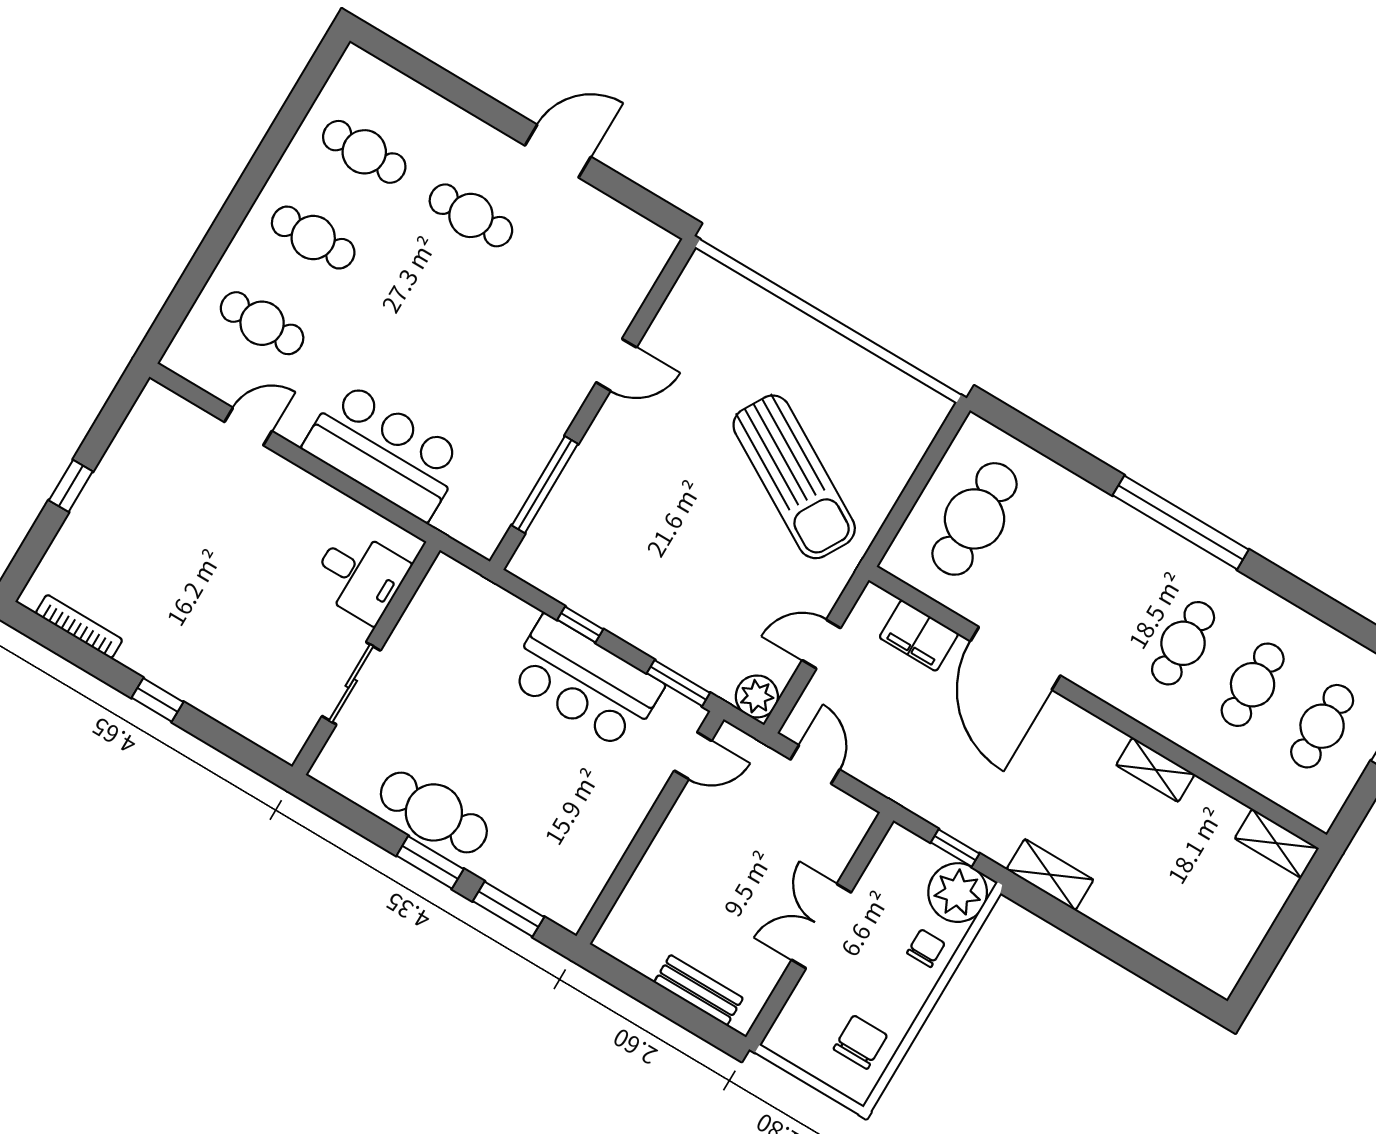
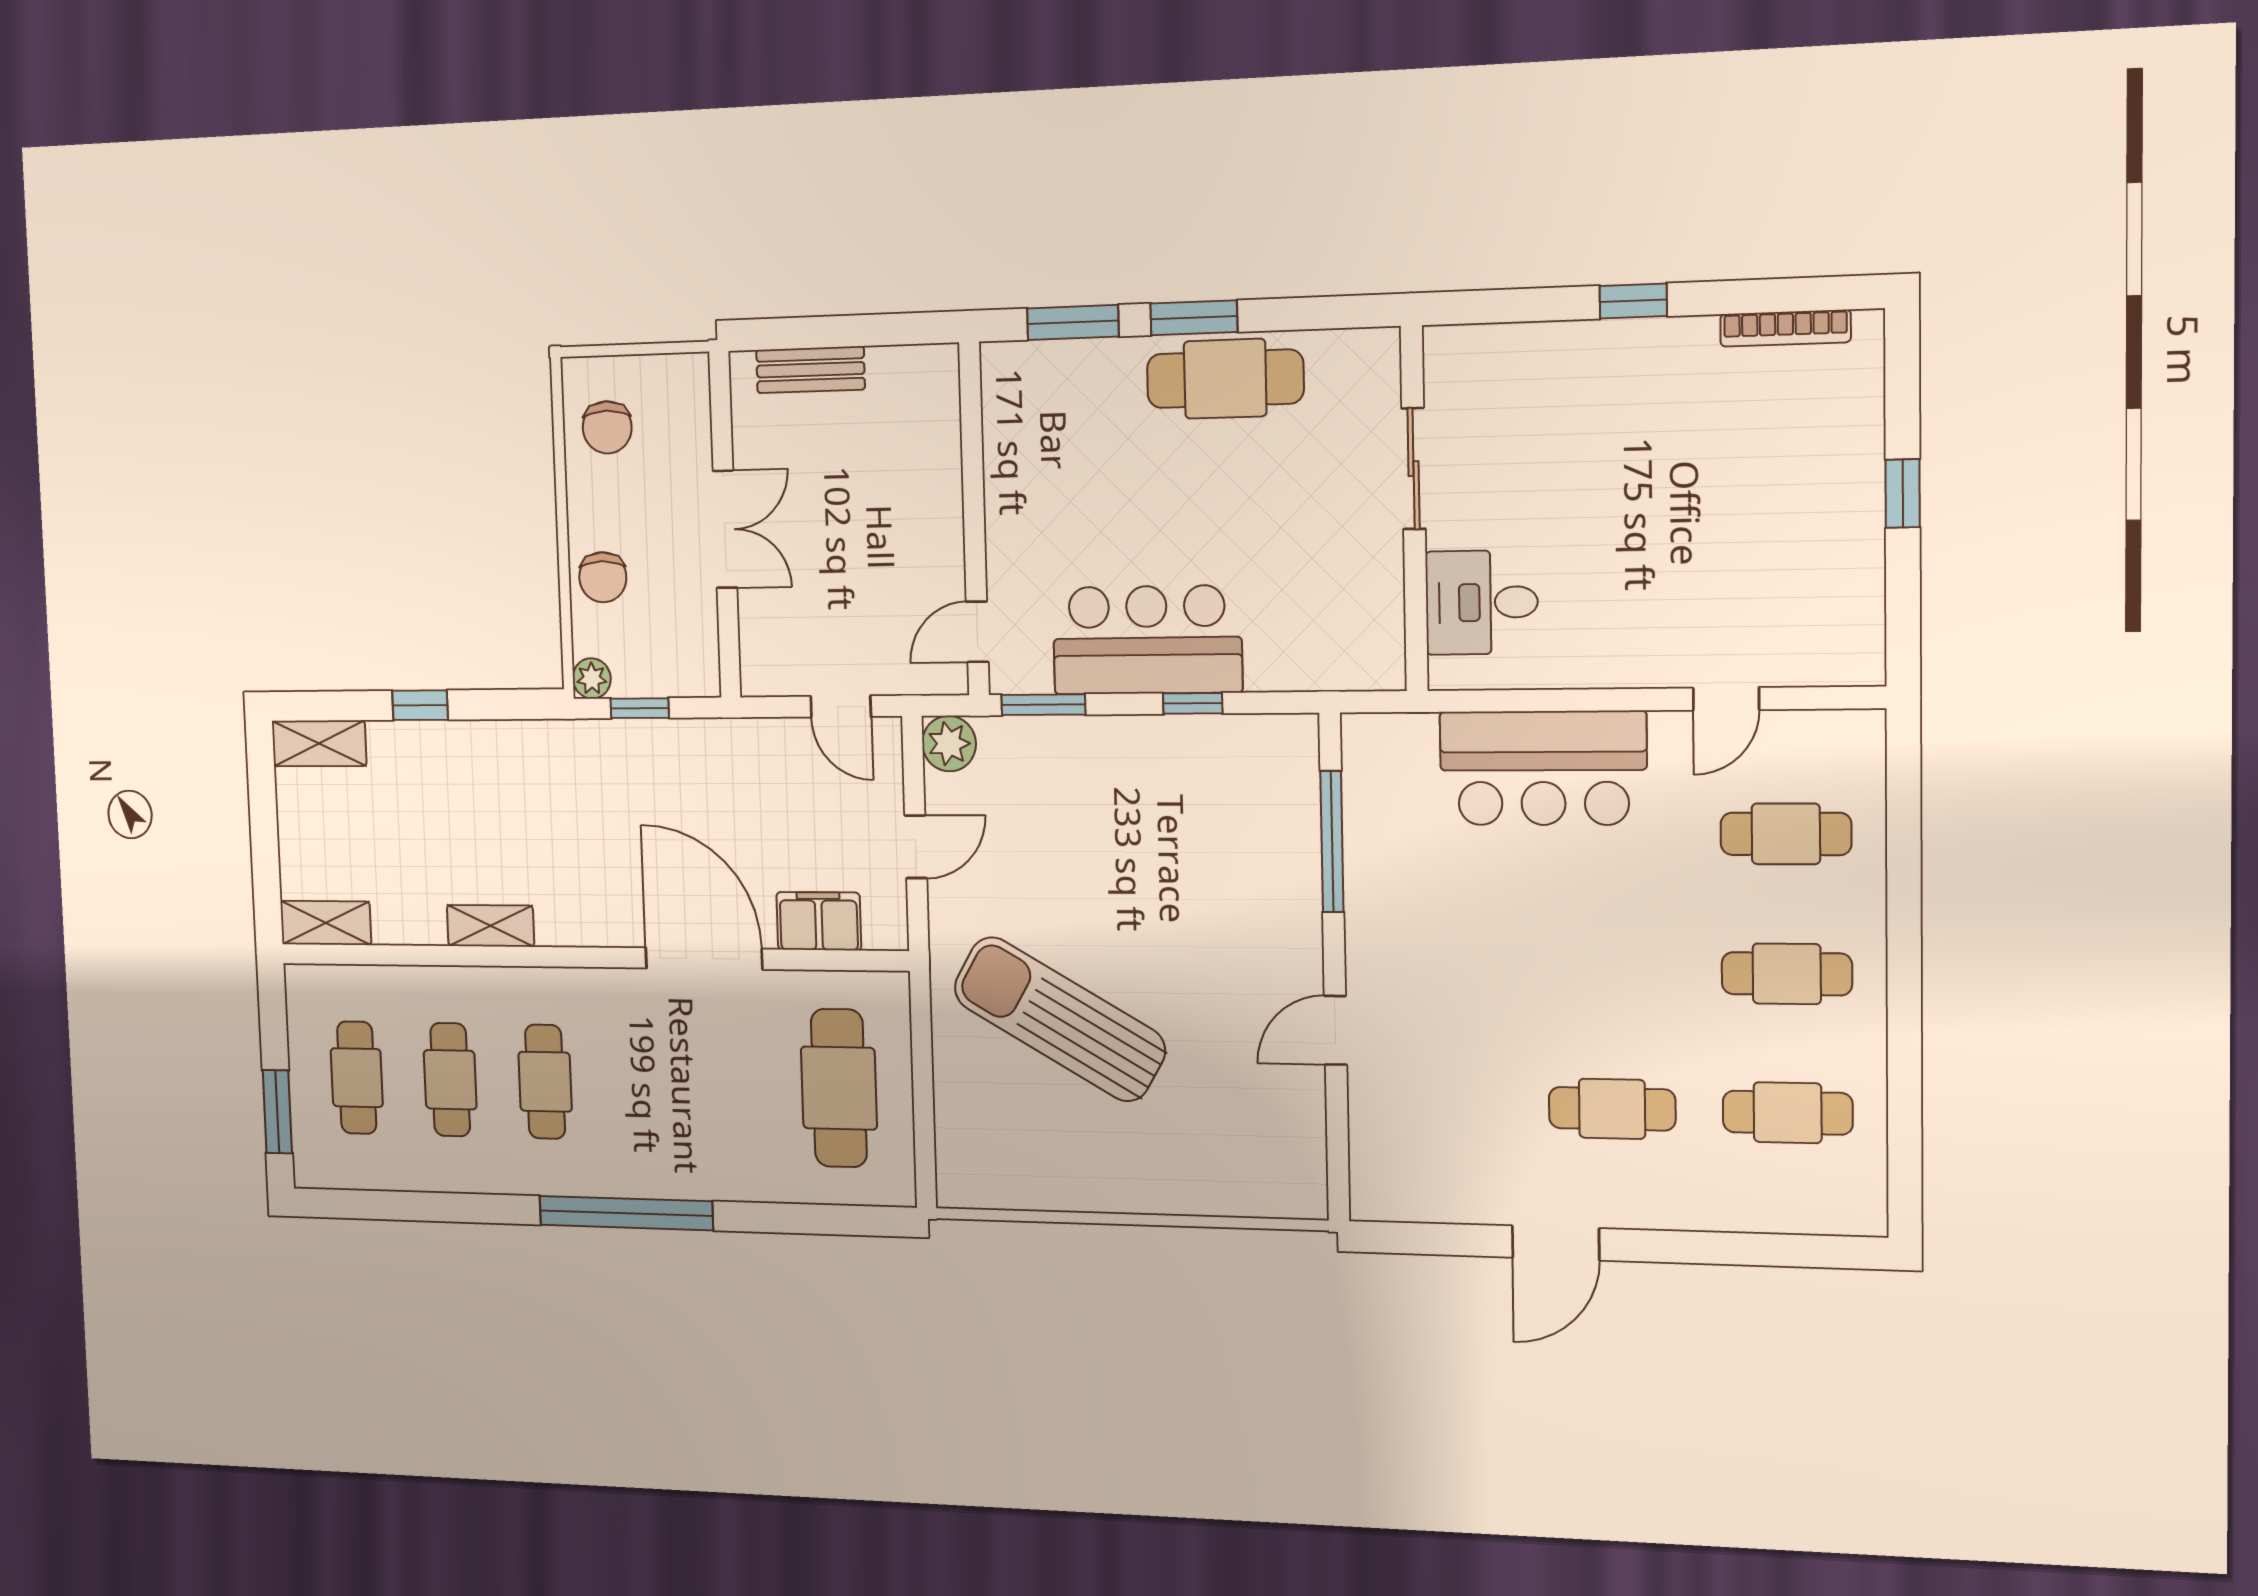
shelving: (1050, 875) -> (319, 743), moved
plant: (958, 893) -> (592, 678), width x0.53, depth x0.53
window: (1111, 945) -> (420, 705), added
chair: (926, 948) -> (603, 577), width x1.37, depth x1.37

